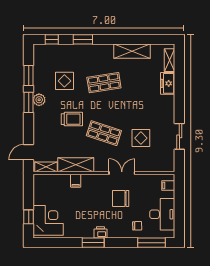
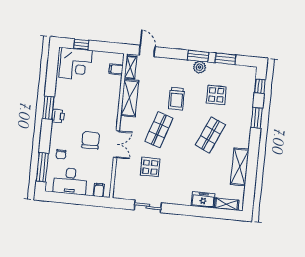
shop shelf: (104, 83) -> (210, 135), turned 33
filing cabinet: (76, 181) -> (116, 69), moved

